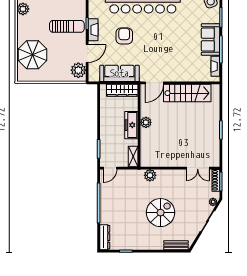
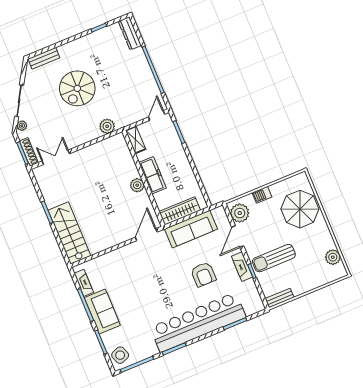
barbecue: (56, 77) -> (262, 195), added
stairs: (187, 93) -> (69, 233), moved, turned 90

